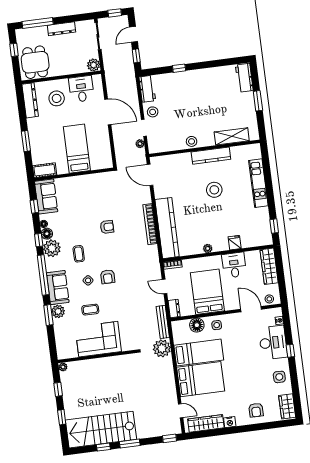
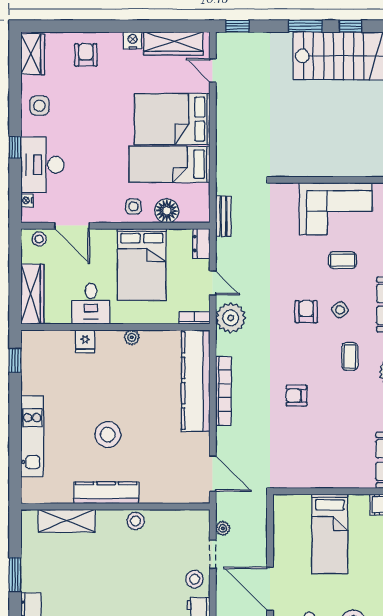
bench: (163, 322) -> (223, 216), width x0.73
plant: (162, 348) -> (231, 318), moved

